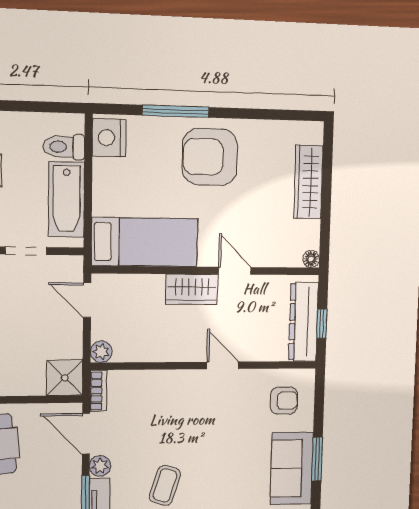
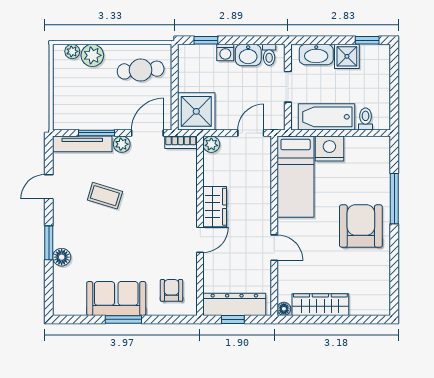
nightstand: (109, 138) -> (329, 149), moved
toilet: (64, 147) -> (366, 119), width x0.73, depth x0.72
wardrobe: (308, 182) -> (320, 305), moved
door: (235, 271) -> (274, 248), hinge flipped
wardrobe: (192, 289) -> (215, 207), moved, turned 180
shower: (65, 378) -> (196, 111), width x1.36, depth x1.36
armchair: (284, 401) -> (172, 290), turned 180

